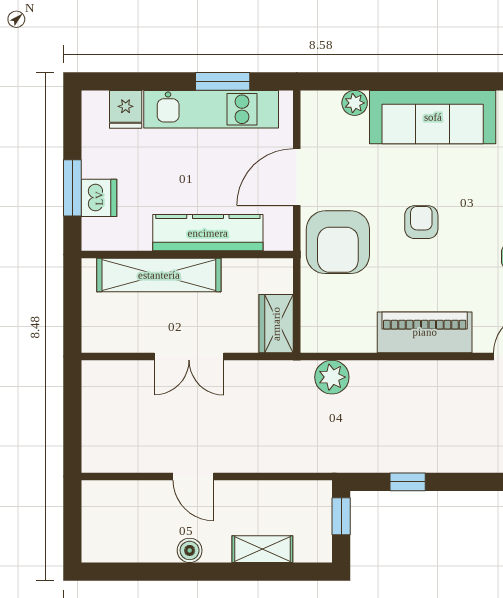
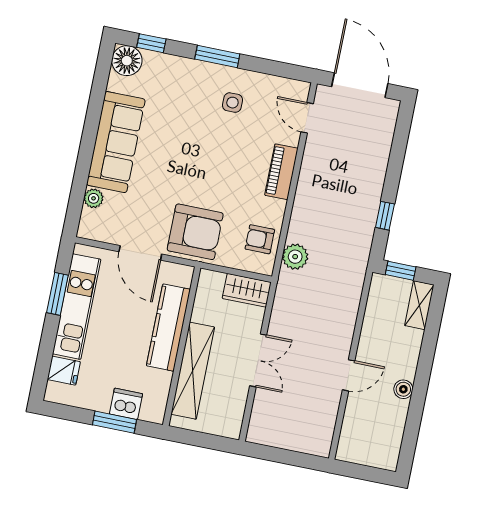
armchair: (421, 222) -> (260, 239), moved
piano: (425, 332) -> (281, 172), width x0.73, depth x0.75
shelving: (262, 549) -> (419, 305), moved

